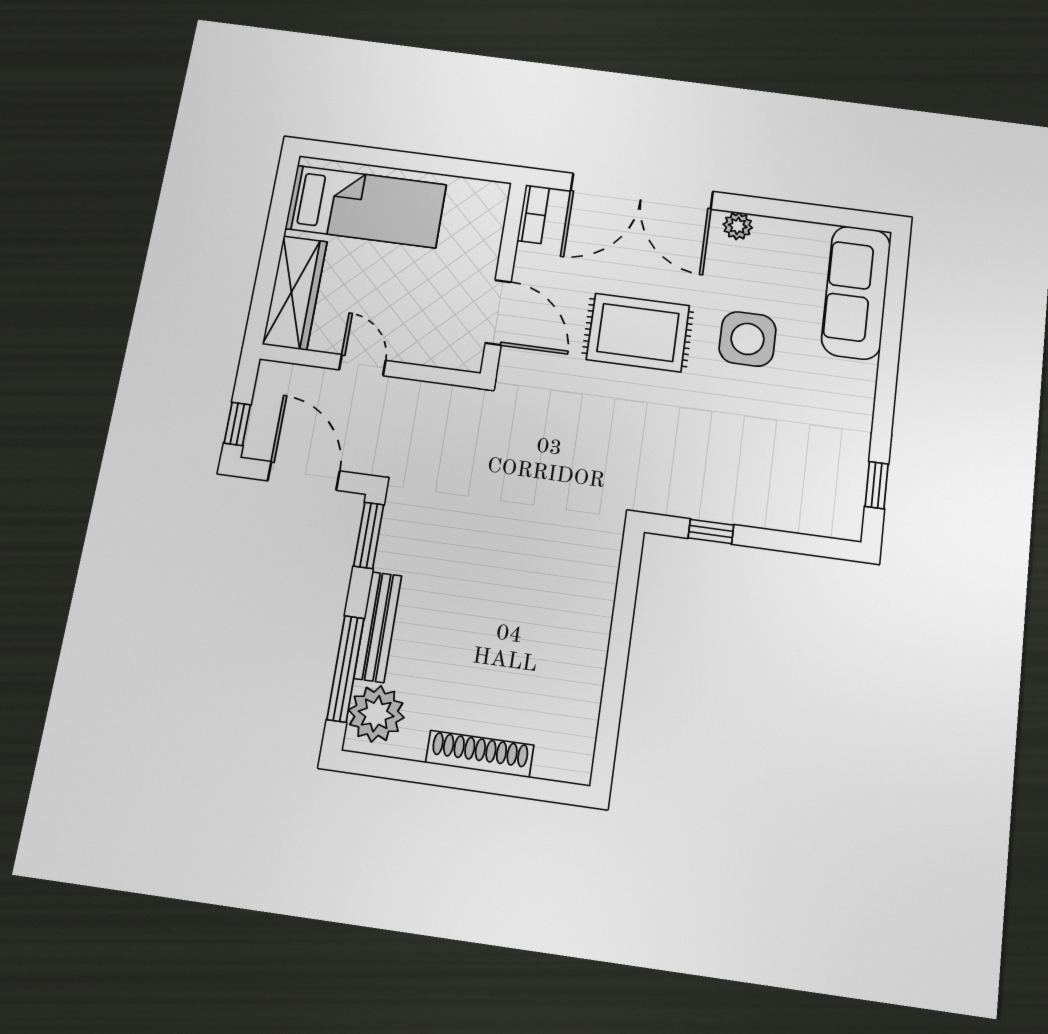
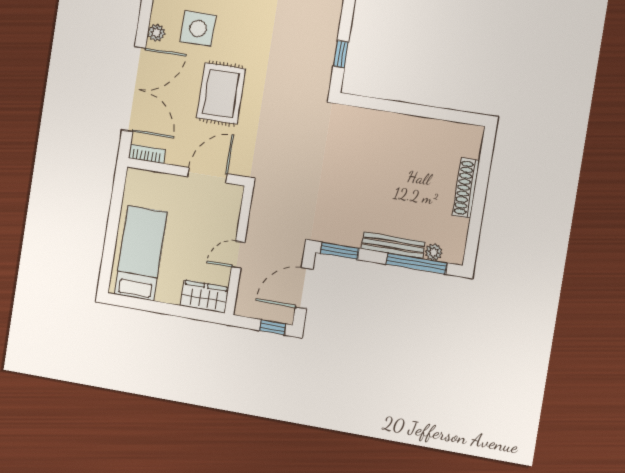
wardrobe: (295, 293) -> (205, 297), width x0.67
side table: (748, 339) -> (198, 29), moved
plant: (376, 714) -> (434, 252), width x0.53, depth x0.53

